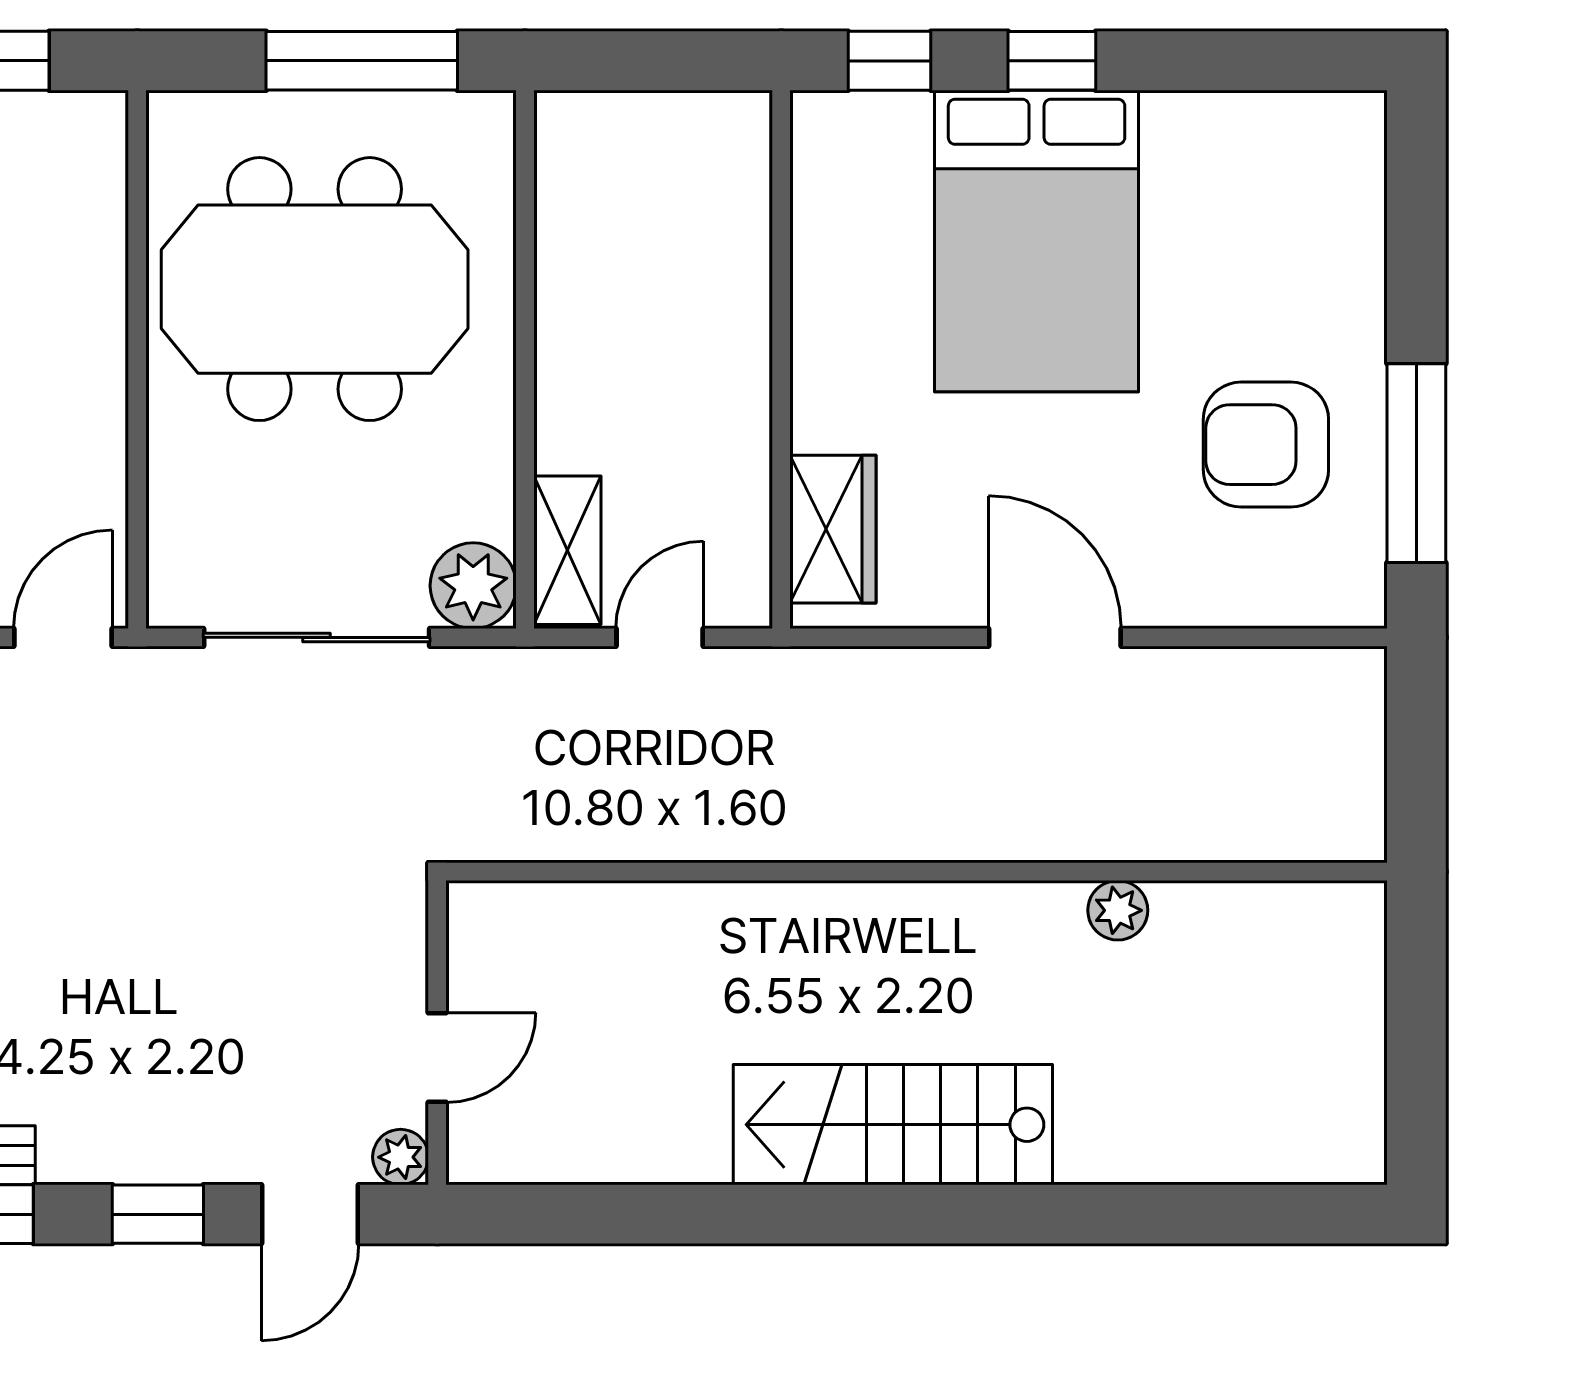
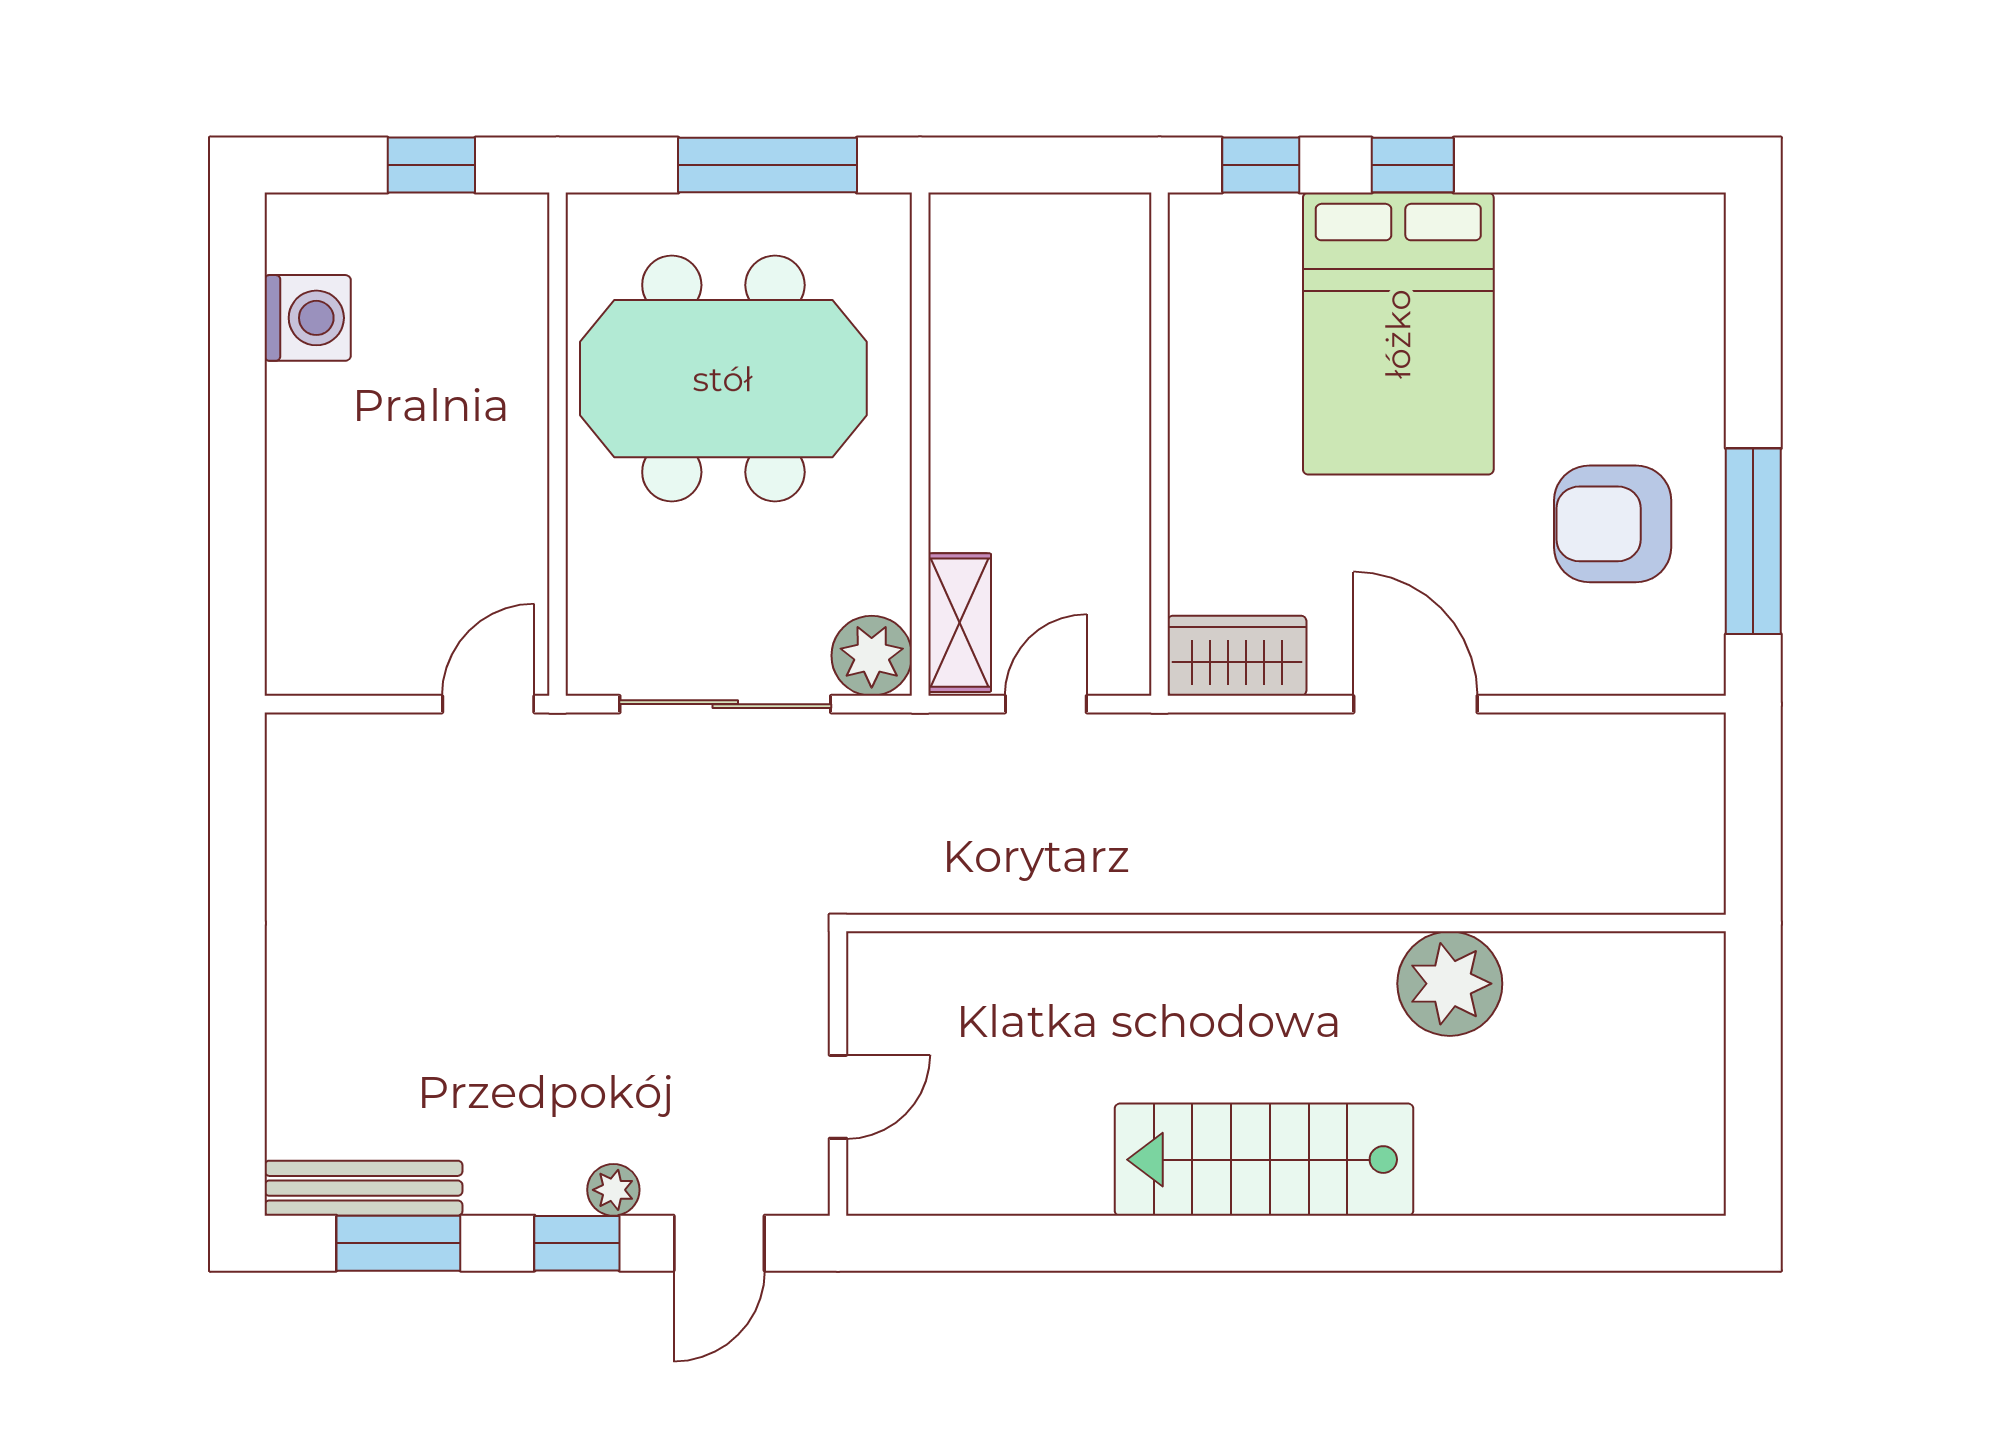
wardrobe: (833, 529) -> (1237, 656), moved, turned -90
plant: (1118, 910) -> (1450, 984), width x1.88, depth x1.88
plant: (401, 1157) -> (613, 1190), moved

